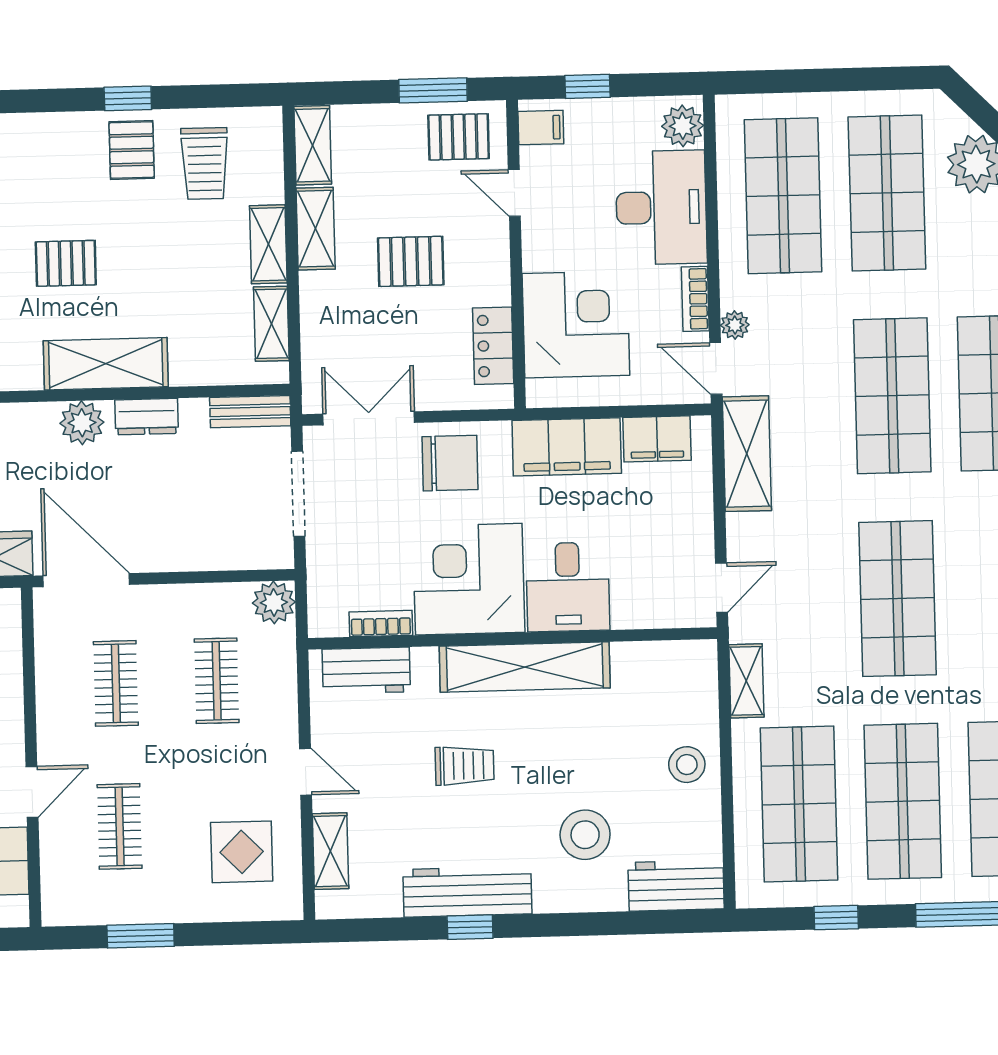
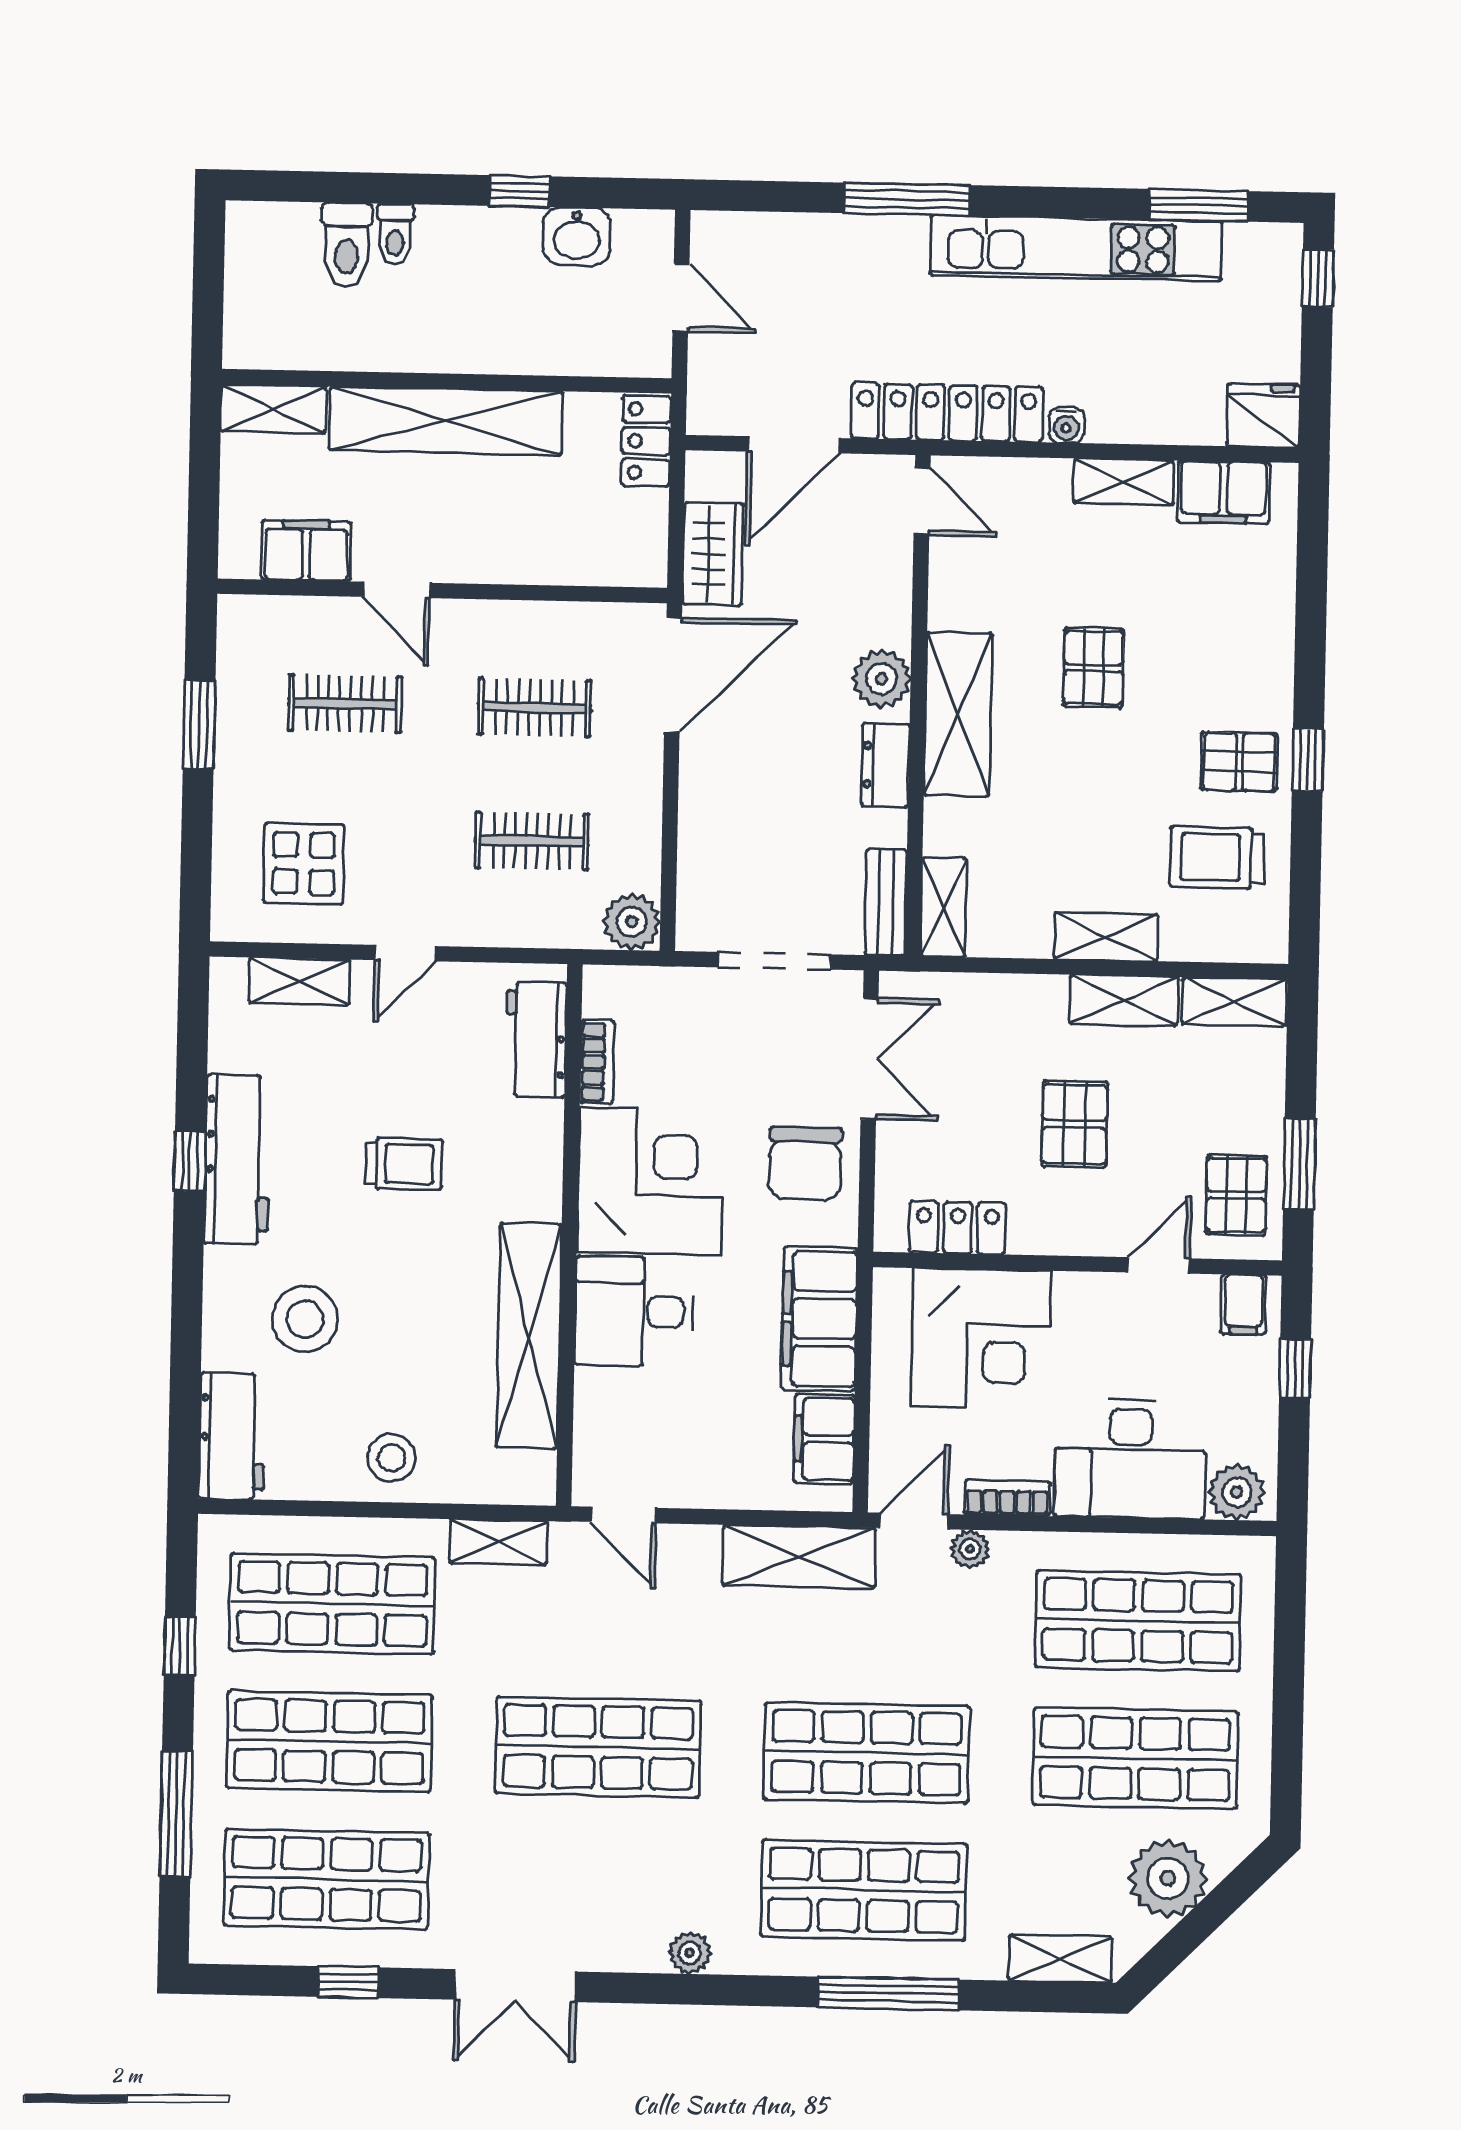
shelving: (271, 324) -> (943, 907), moved, turned 90
shelving: (525, 667) -> (529, 1336), moved
trolley: (465, 766) -> (404, 1164), turned -90

